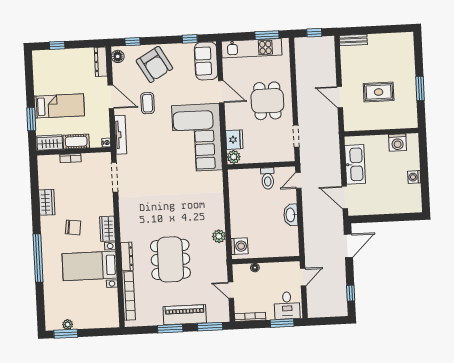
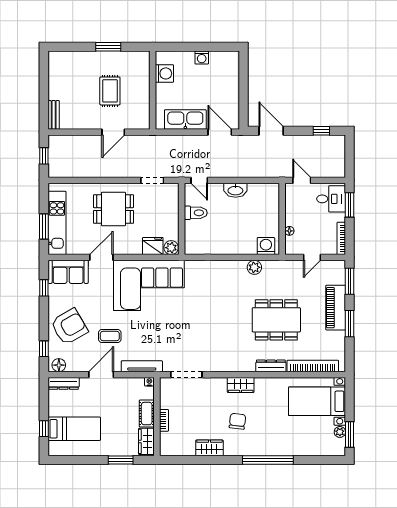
window: (267, 35) -> (44, 226), moved
bed: (59, 106) -> (74, 429), moved, turned 90
door: (345, 197) -> (220, 132), swing flipped
bed with nightstands: (90, 266) -> (317, 401), moved, turned 90

